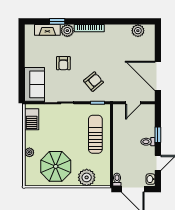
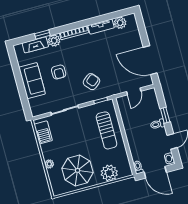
tv unit: (118, 29) -> (101, 27), added
sofa: (34, 84) -> (32, 81), moved
sun lounger: (95, 134) -> (107, 130), turned 180

